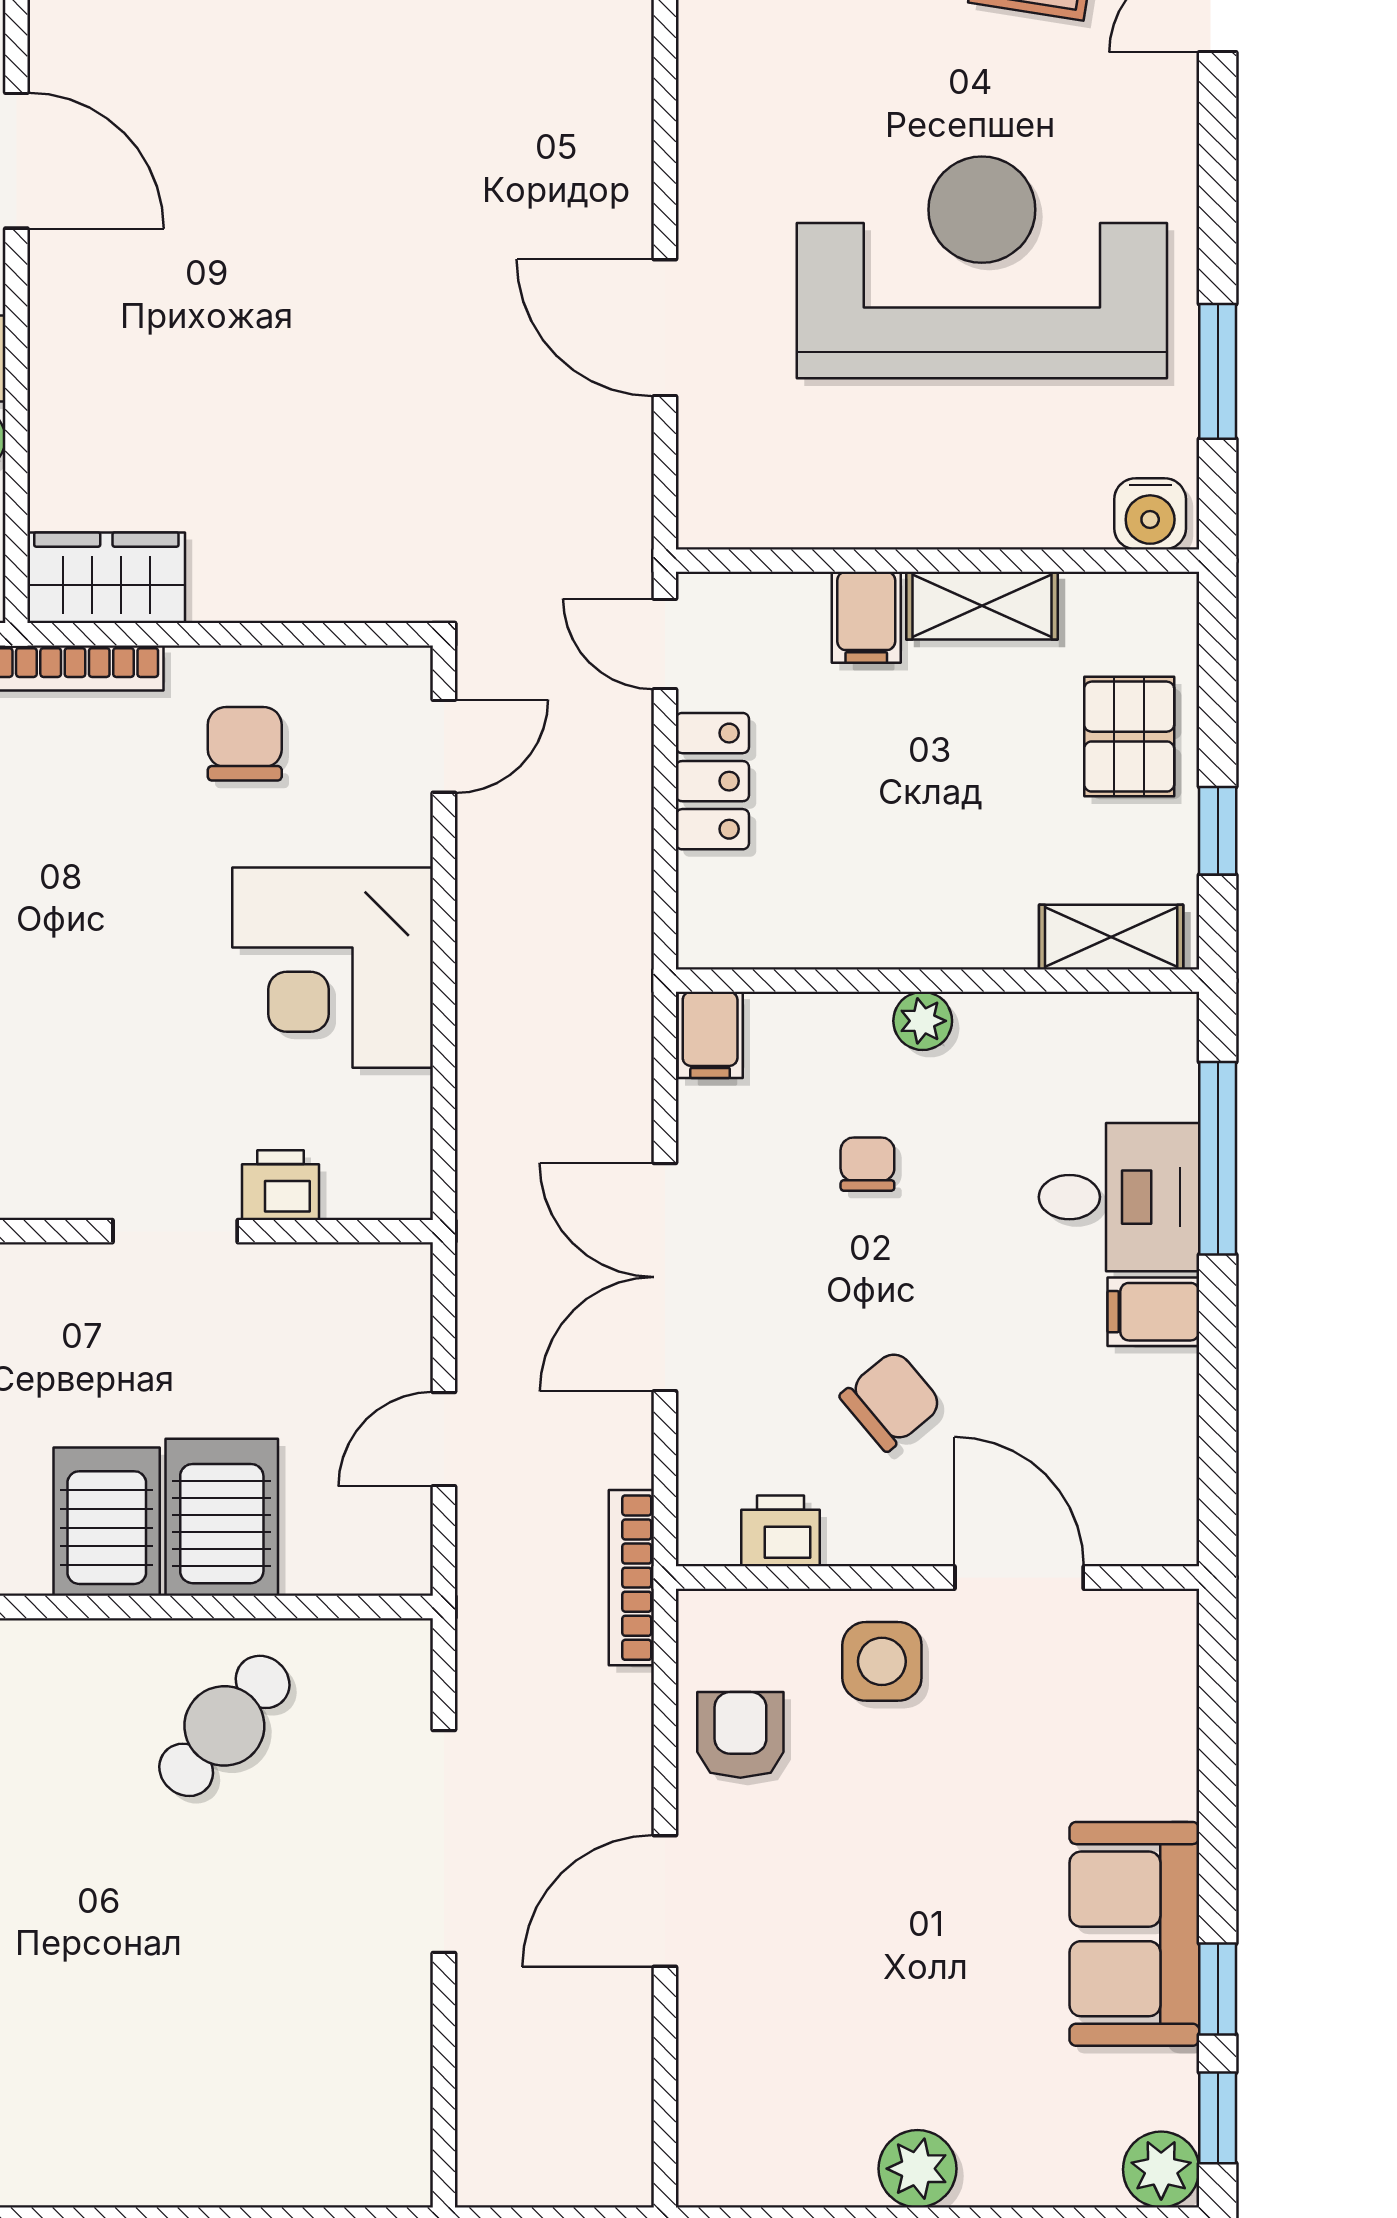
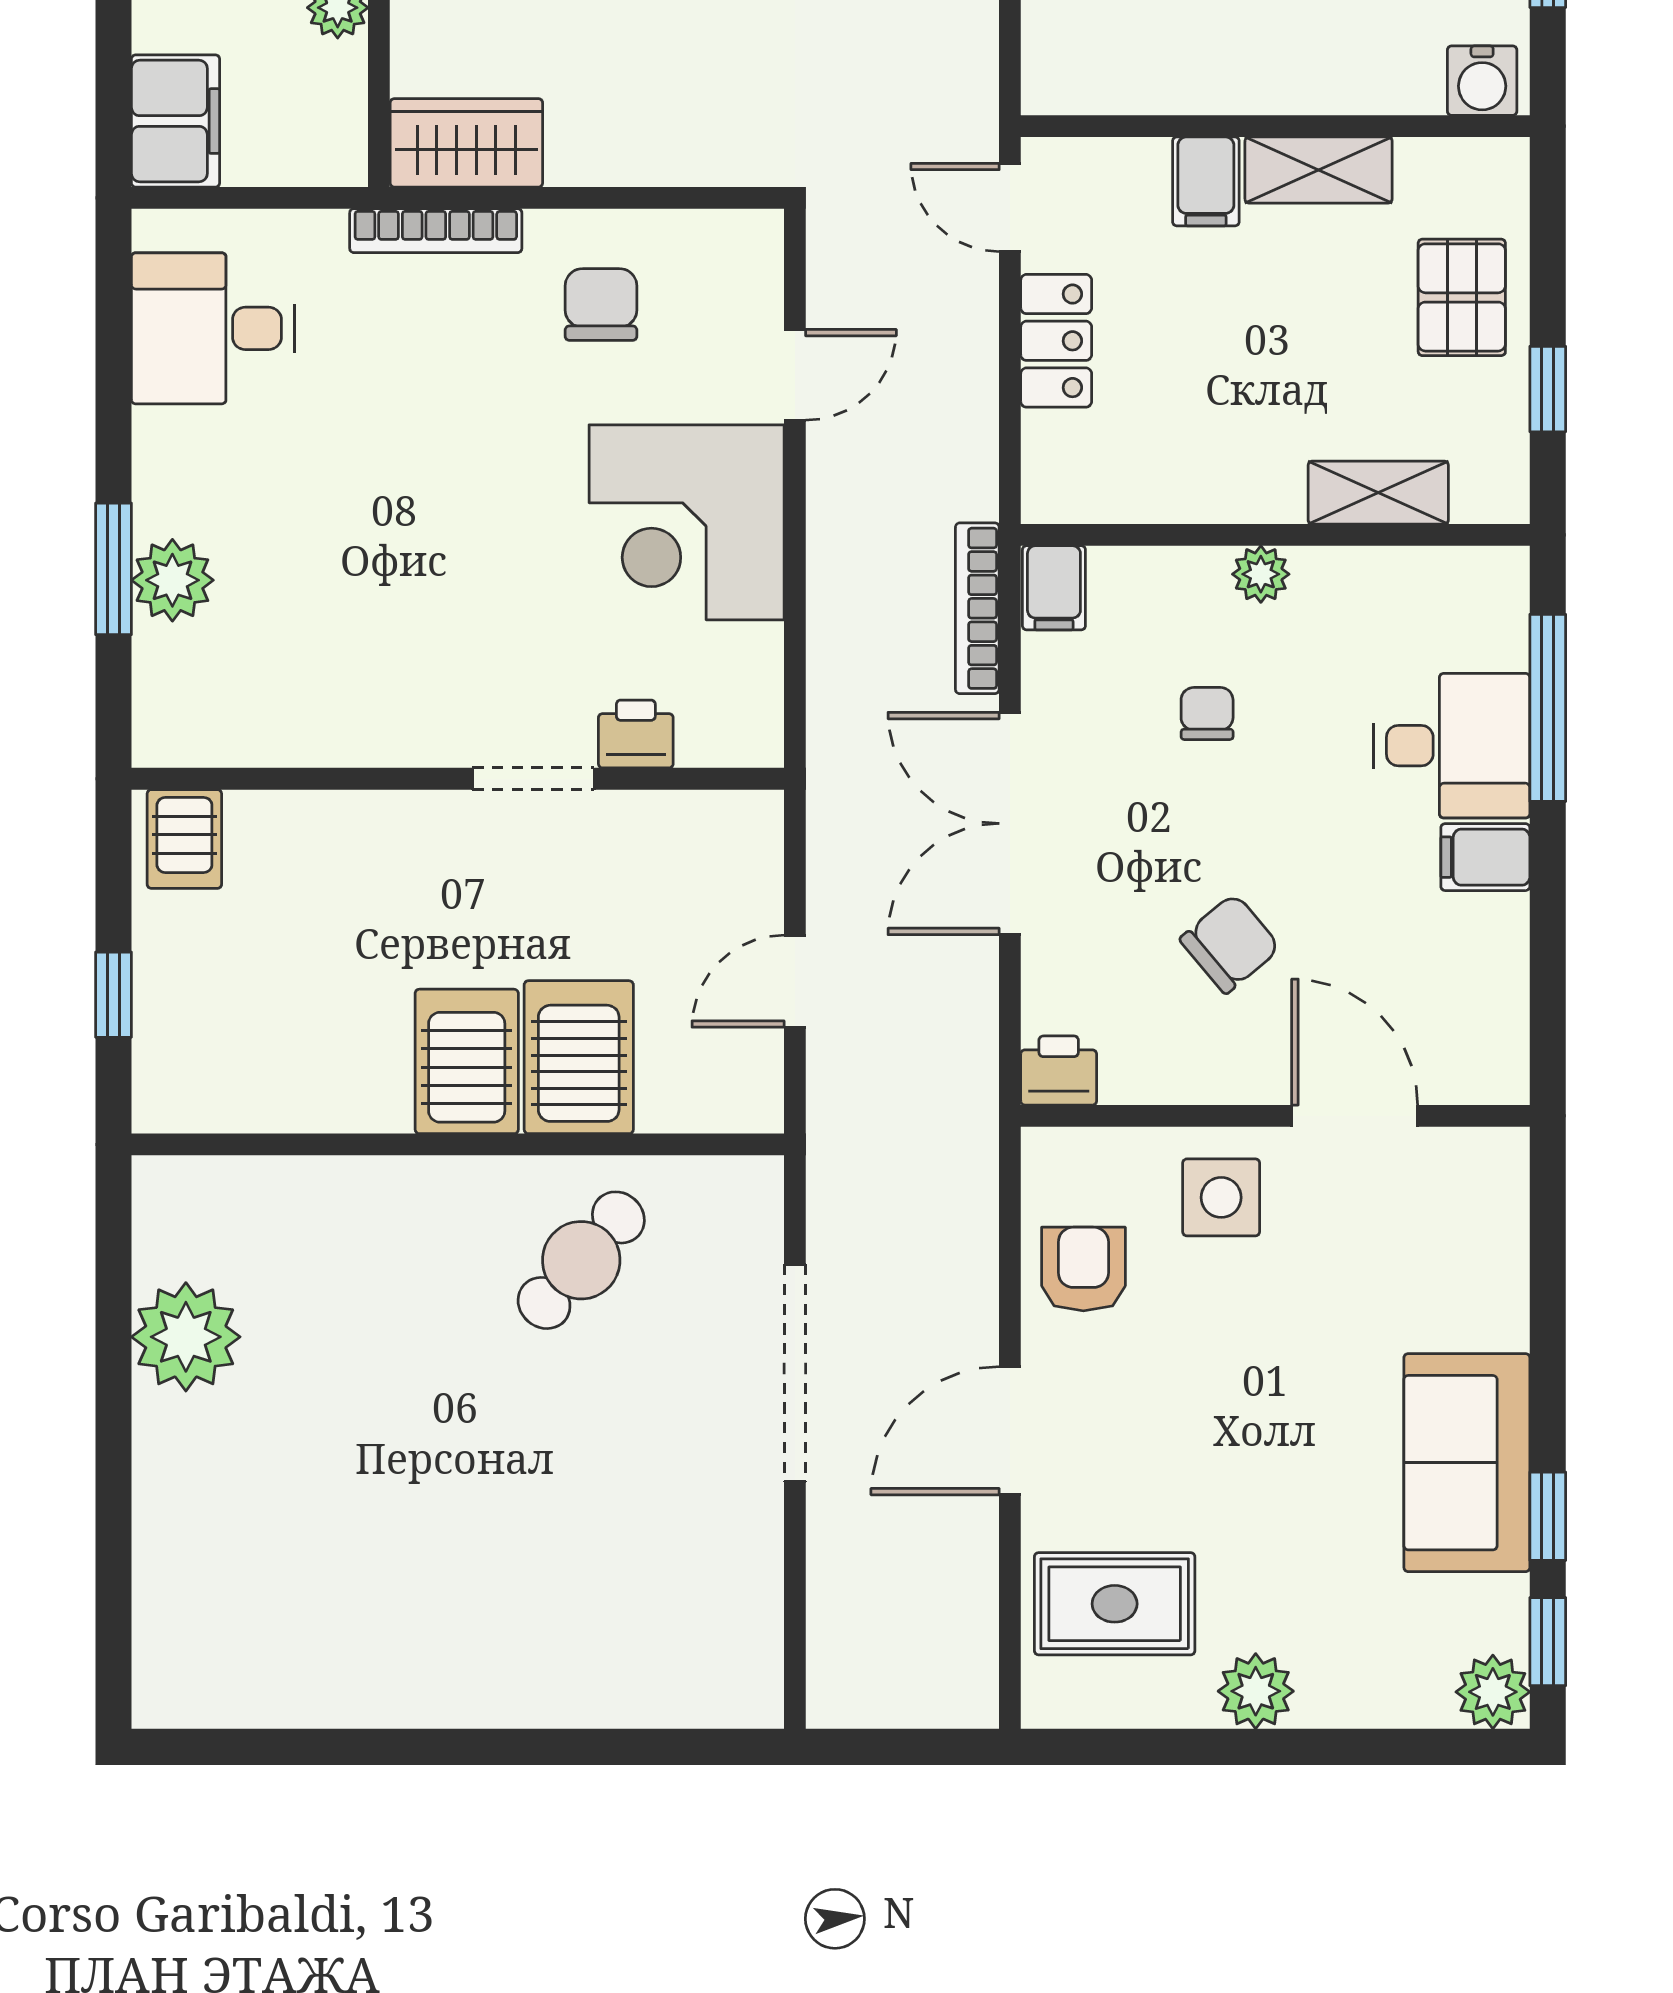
door: (444, 746) -> (795, 375), moved
shelving: (1111, 937) -> (1378, 493), moved
printer: (780, 1531) -> (1059, 1071), moved
bookcase: (631, 1578) -> (977, 608), moved
rug: (772, 2079) -> (1115, 1604), added

